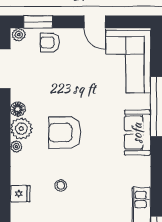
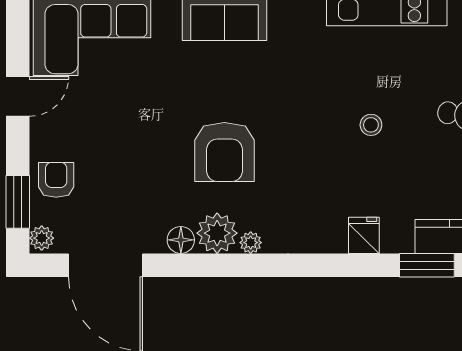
armchair: (50, 42) -> (56, 180), turned 180
stool: (61, 185) -> (371, 125), moved
fridge: (20, 194) -> (364, 235), moved

